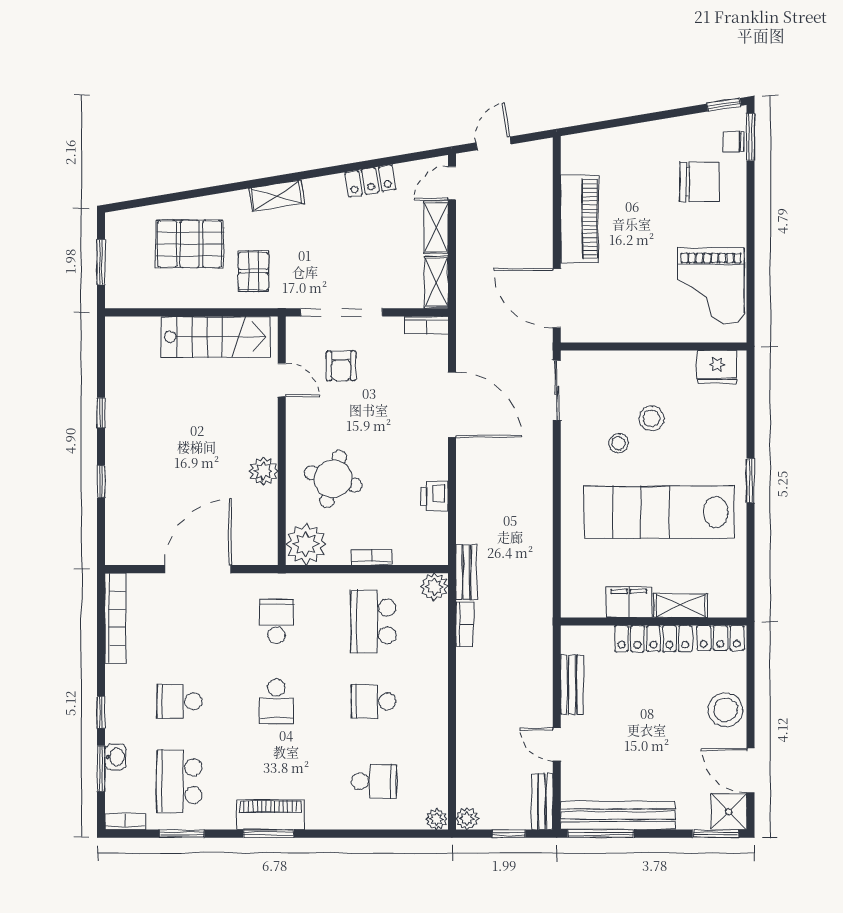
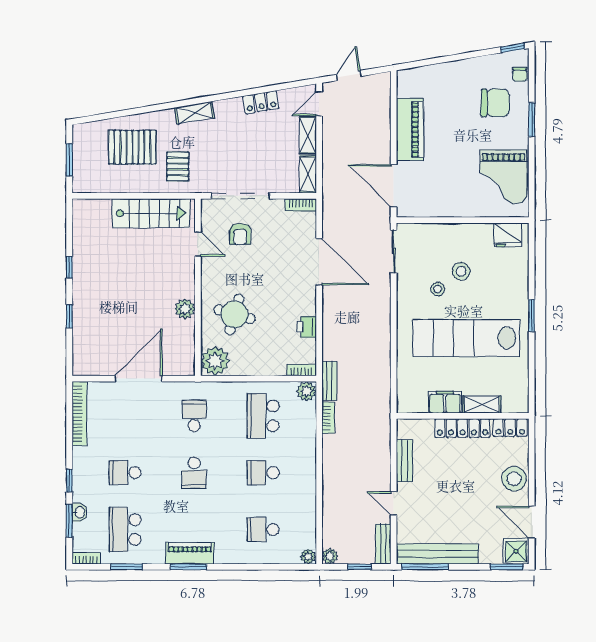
window: (751, 137) -> (532, 120), moved
chair: (734, 141) -> (520, 74), turned -90
bookcase: (372, 557) -> (301, 370), moved
school desk: (373, 781) -> (263, 530), turned 180

